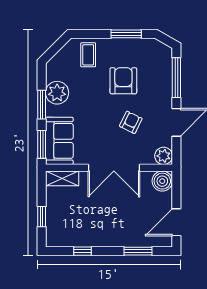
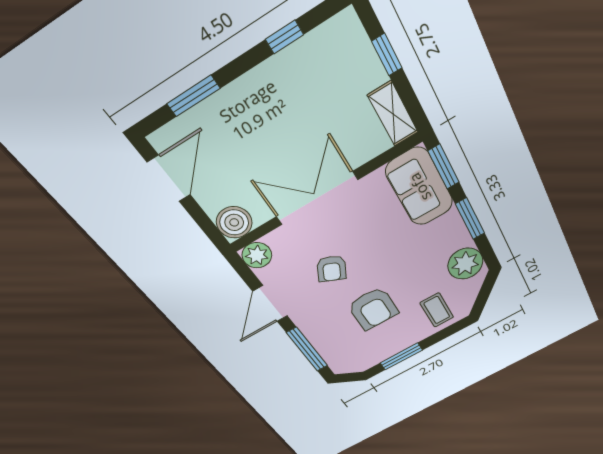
plant: (57, 93) -> (465, 264), moved
shelving: (62, 178) -> (393, 114), moved, turned 90

